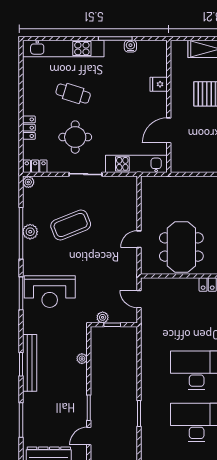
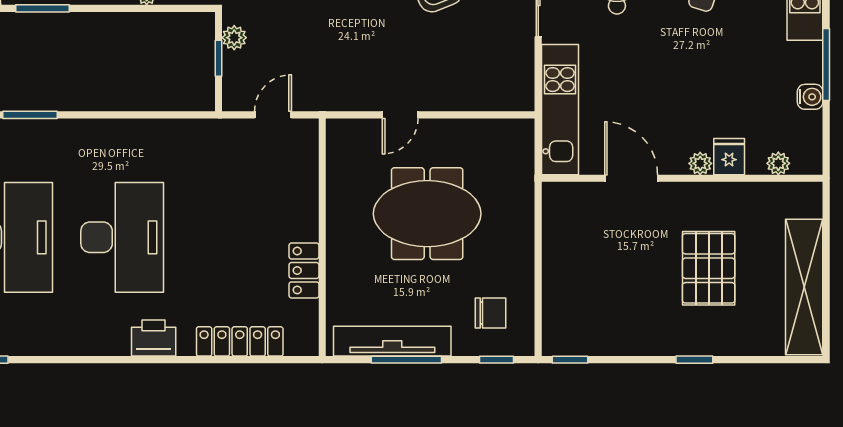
plant: (162, 61) -> (778, 163), added
plant: (162, 98) -> (700, 163), added
door: (139, 239) -> (400, 115), swing flipped
meeting table: (181, 247) -> (427, 214), moved

